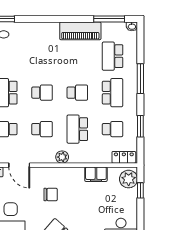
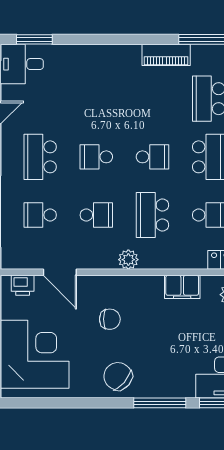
piano: (80, 31) -> (166, 55), width x0.73, depth x0.75
school desk: (42, 93) -> (96, 157), turned 180

